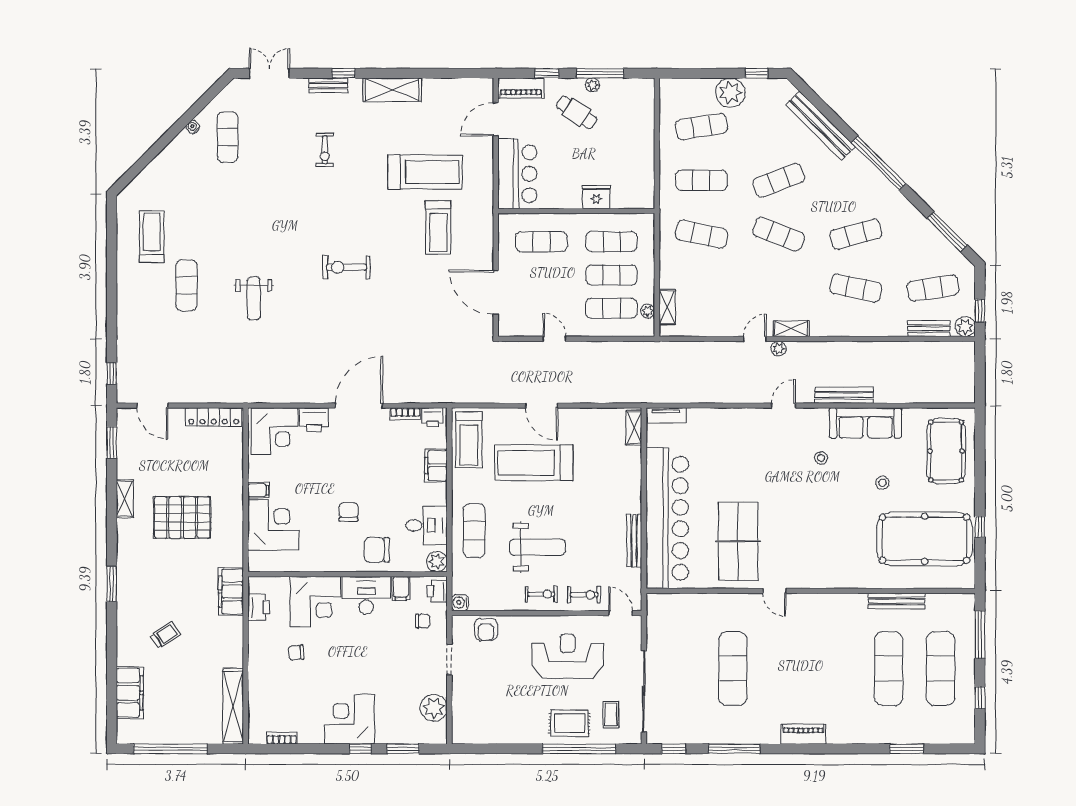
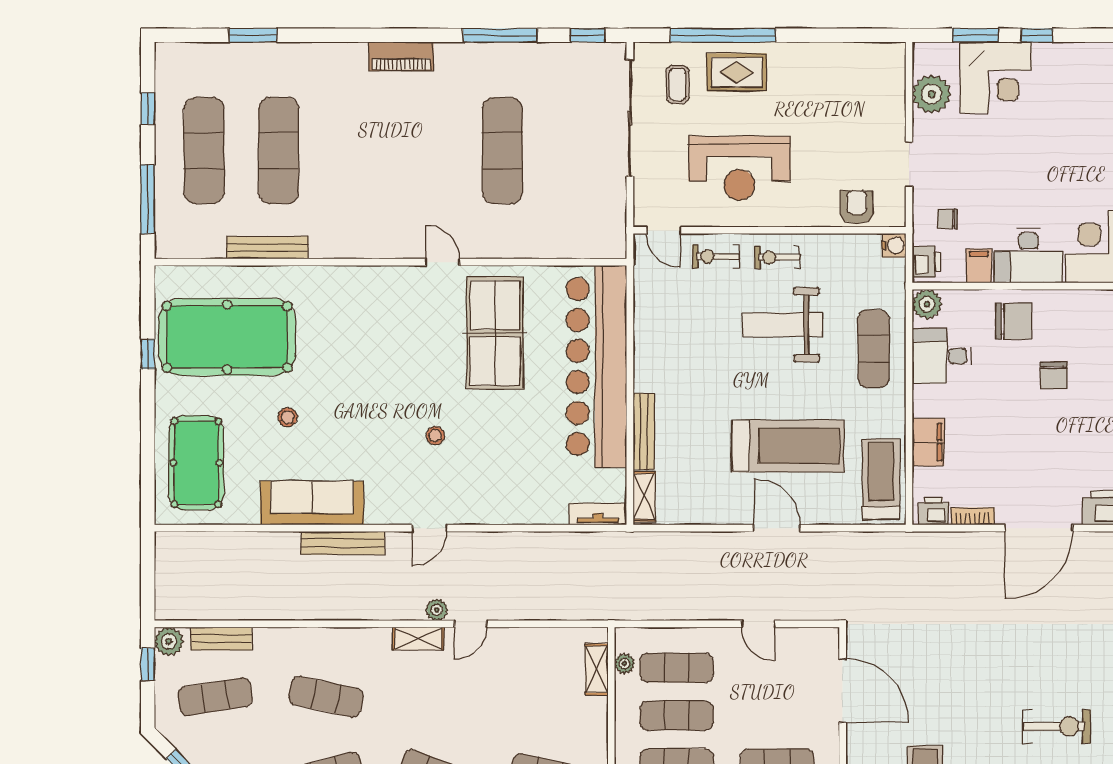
stool: (821, 458) -> (435, 436), moved
bench: (634, 541) -> (644, 431), moved
corner desk: (349, 719) -> (996, 78), moved

